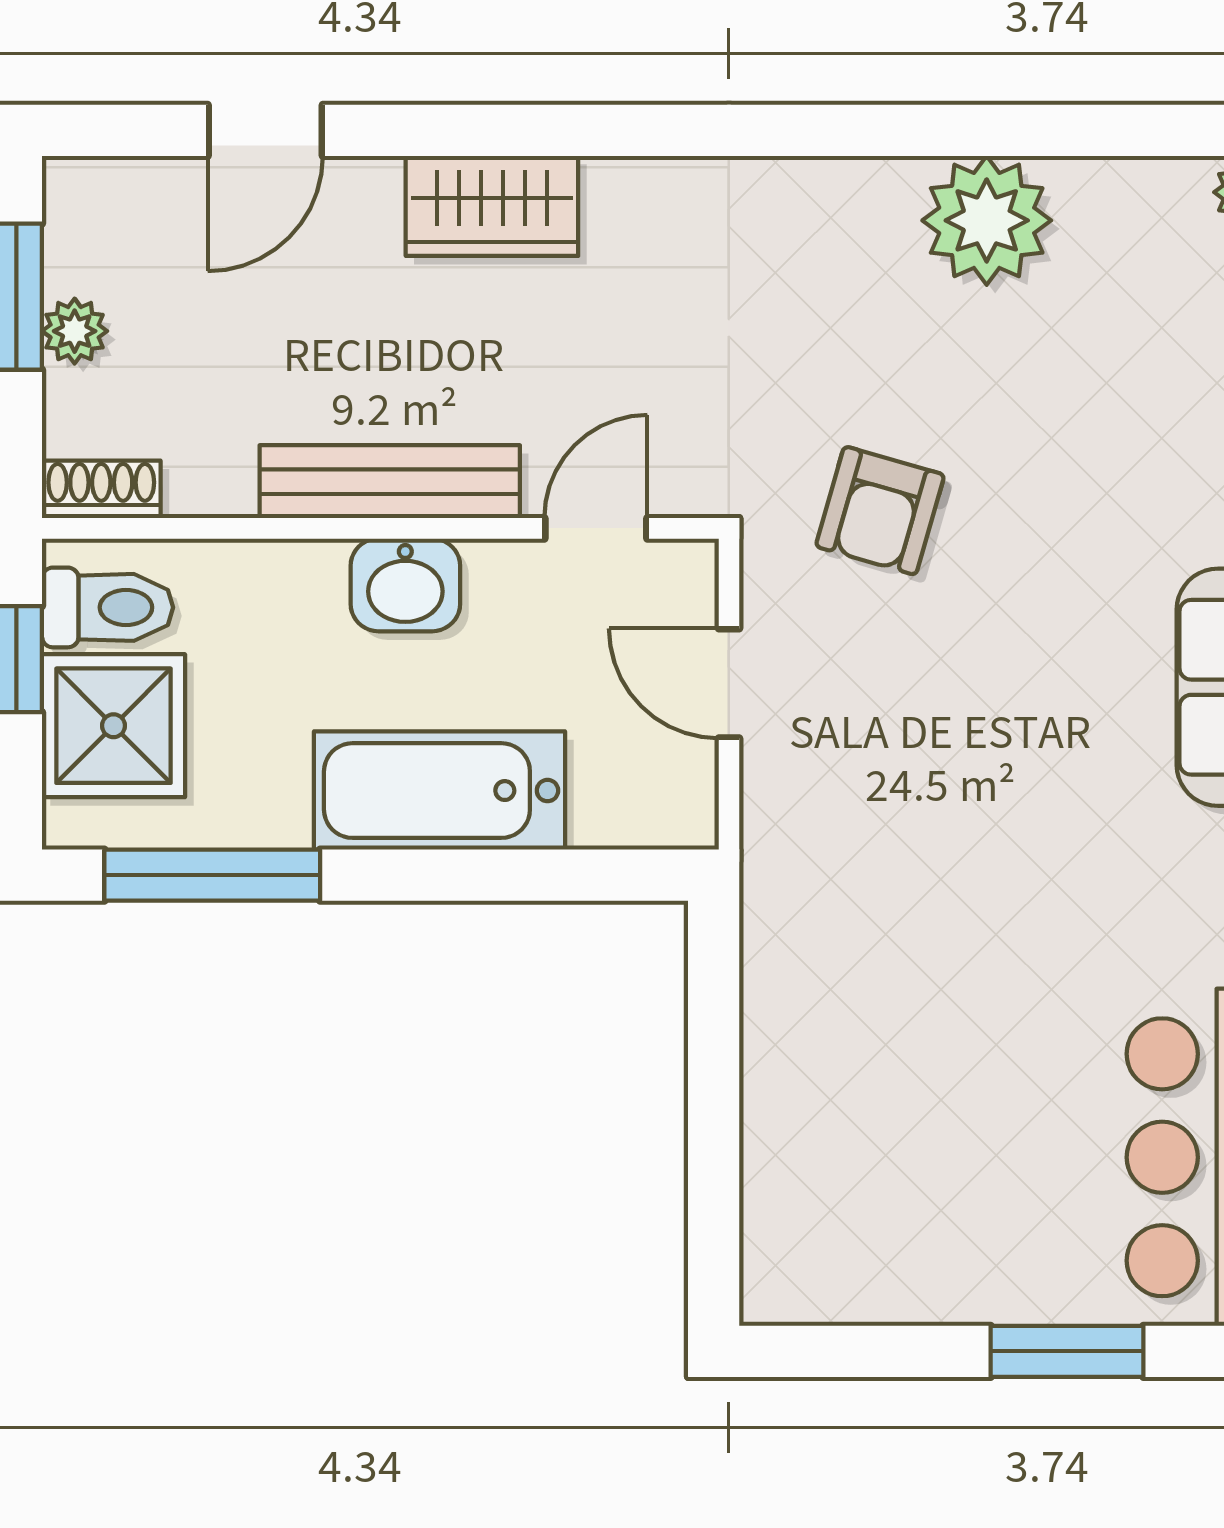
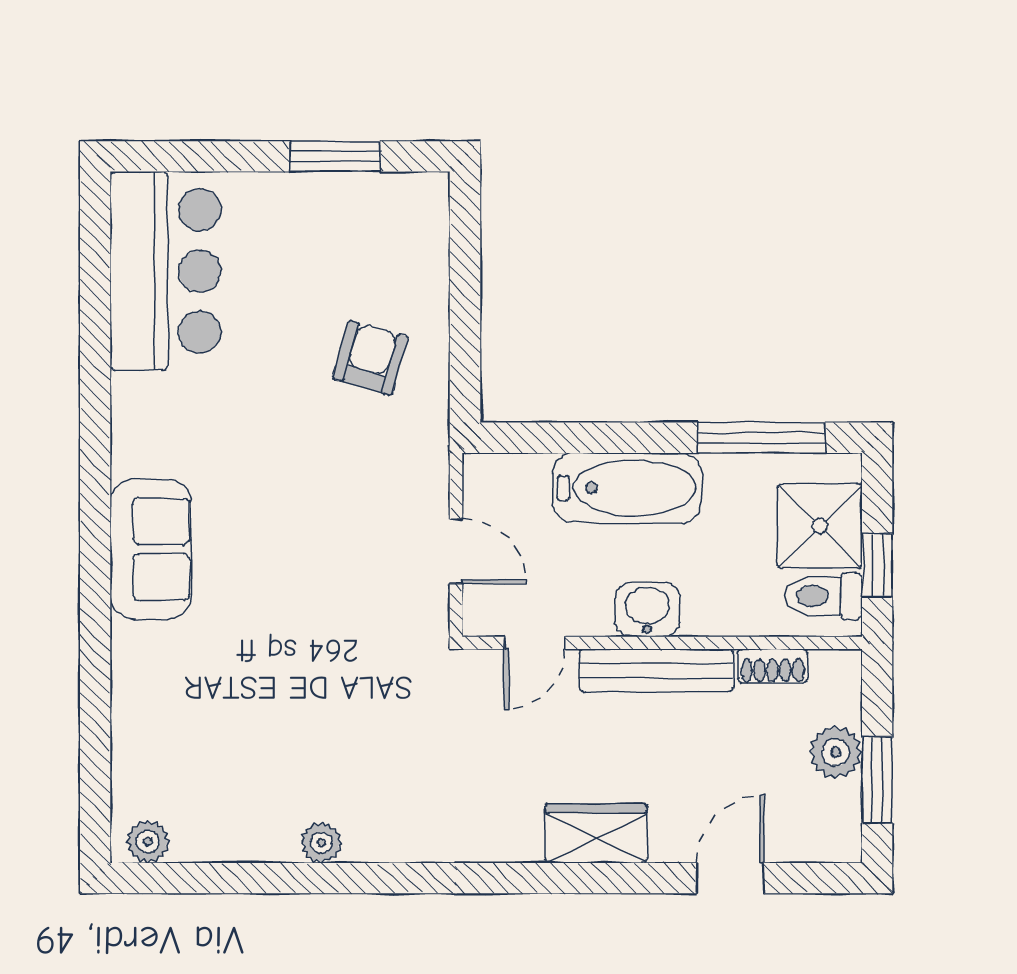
plant: (987, 220) -> (321, 843), width x0.53, depth x0.53
plant: (75, 331) -> (836, 752), width x1.38, depth x1.38
shoe rack: (101, 489) -> (772, 666), moved
armchair: (880, 511) -> (370, 358), moved
window: (1067, 1351) -> (335, 156), moved

